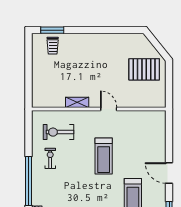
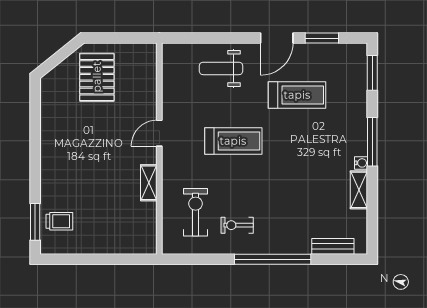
exercise bike: (58, 132) -> (196, 212), turned 180
weight bench: (150, 148) -> (221, 68), added
door: (169, 173) -> (277, 38), moved

